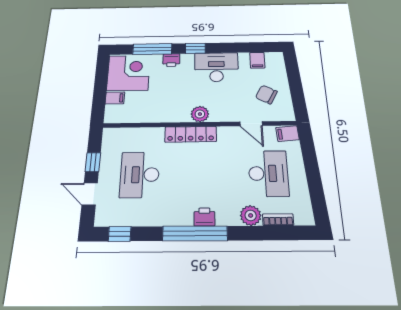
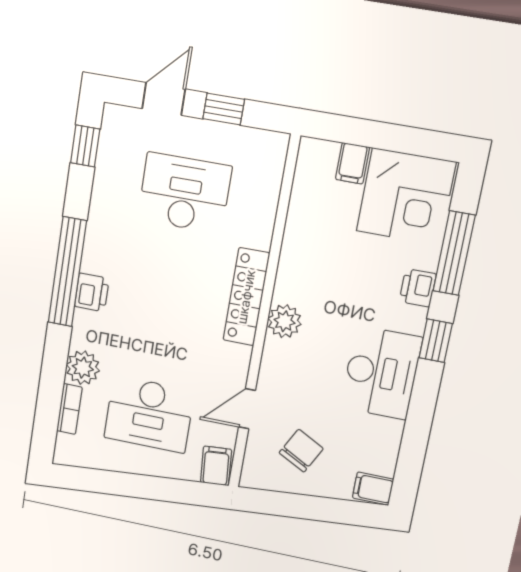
filing cabinet: (257, 60) -> (373, 489), moved

